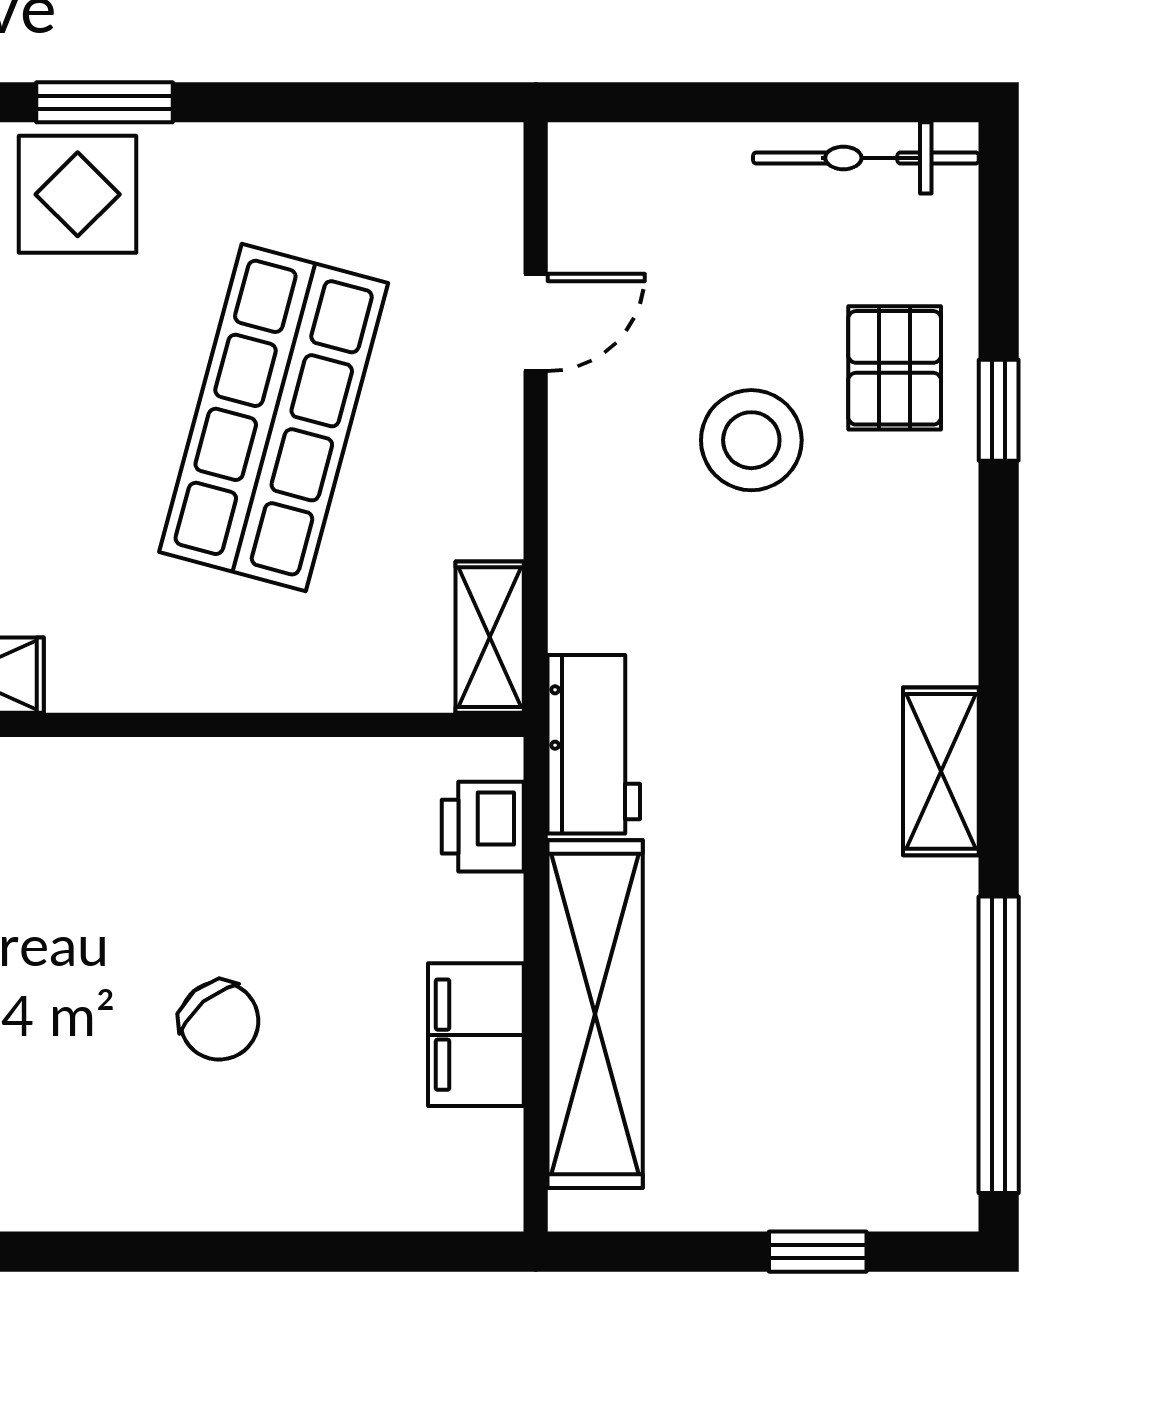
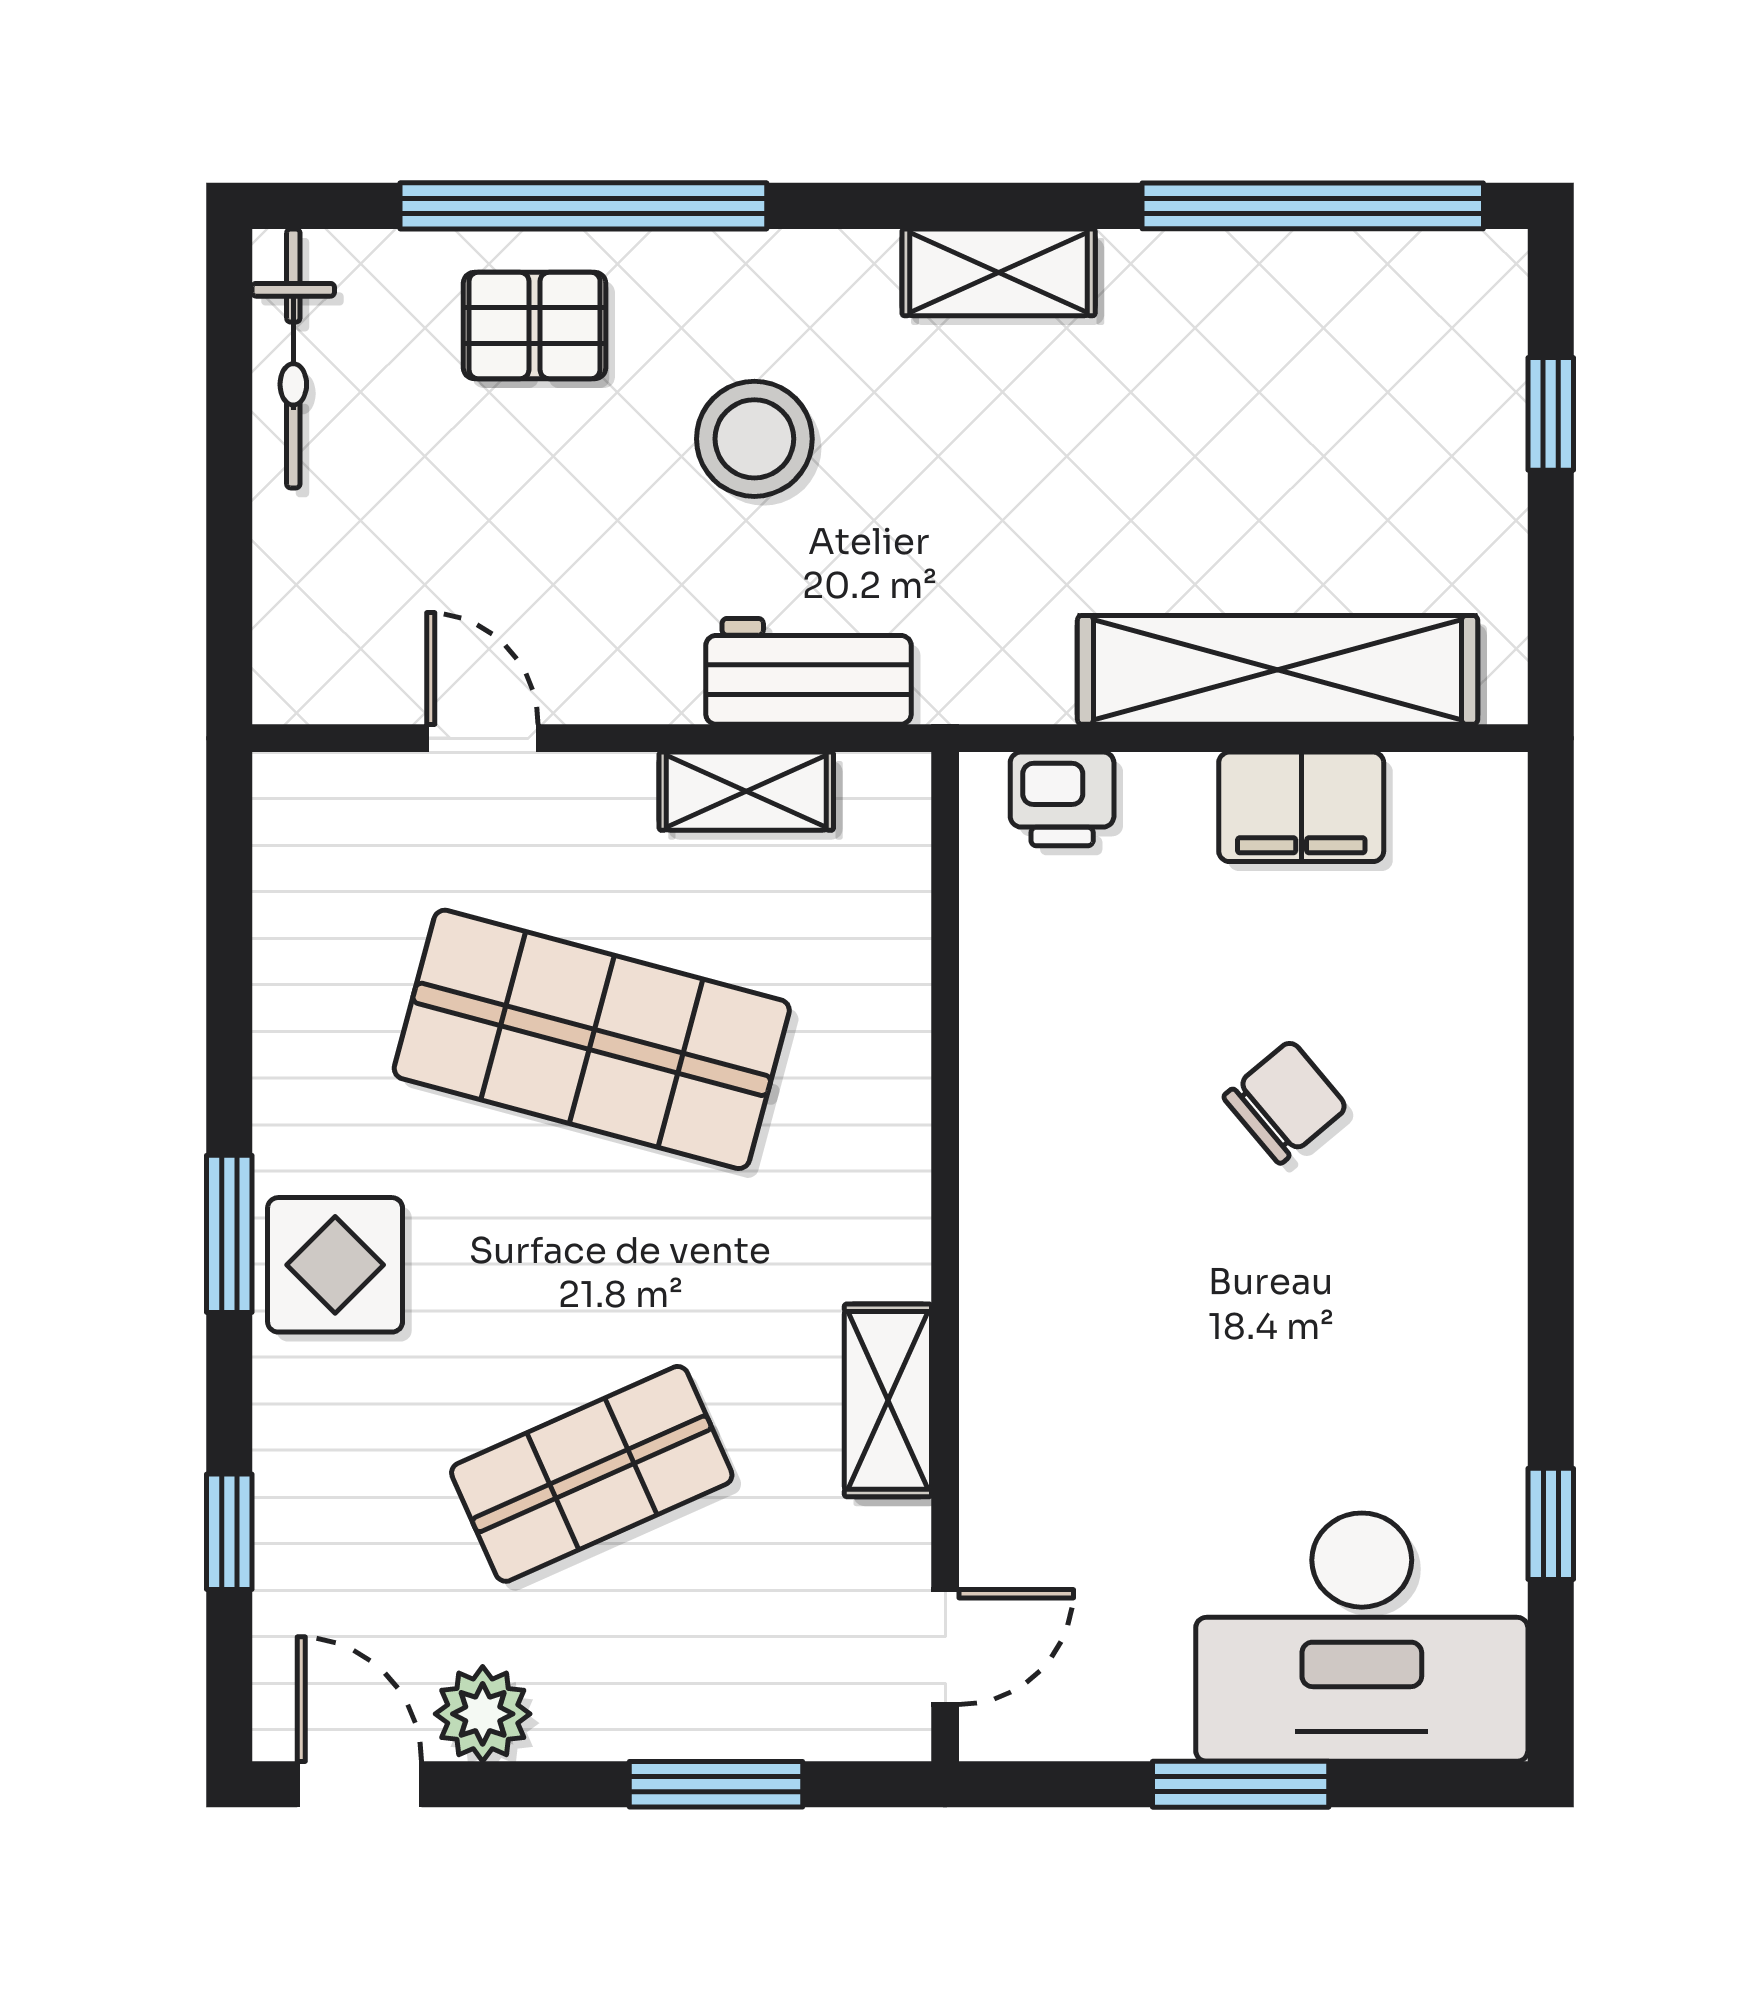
window: (999, 410) -> (583, 206), width x3.17
stool: (751, 440) -> (754, 439), moved
shelving: (490, 637) -> (746, 791), moved
workbench: (594, 744) -> (808, 671), moved

